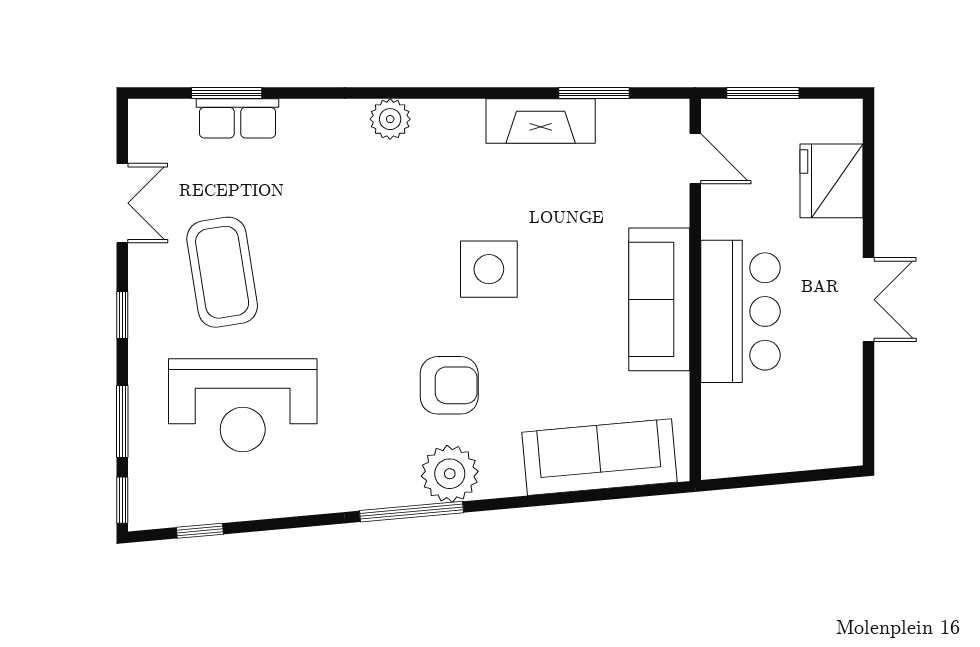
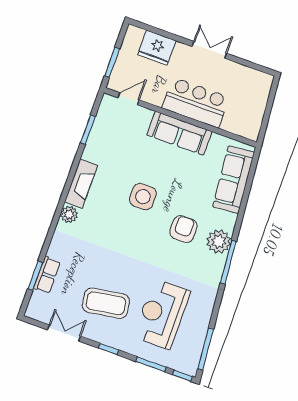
fireplace: (541, 121) -> (81, 184), moved
reception desk: (243, 405) -> (162, 314), turned 180
window: (200, 531) -> (206, 349), width x2.17

